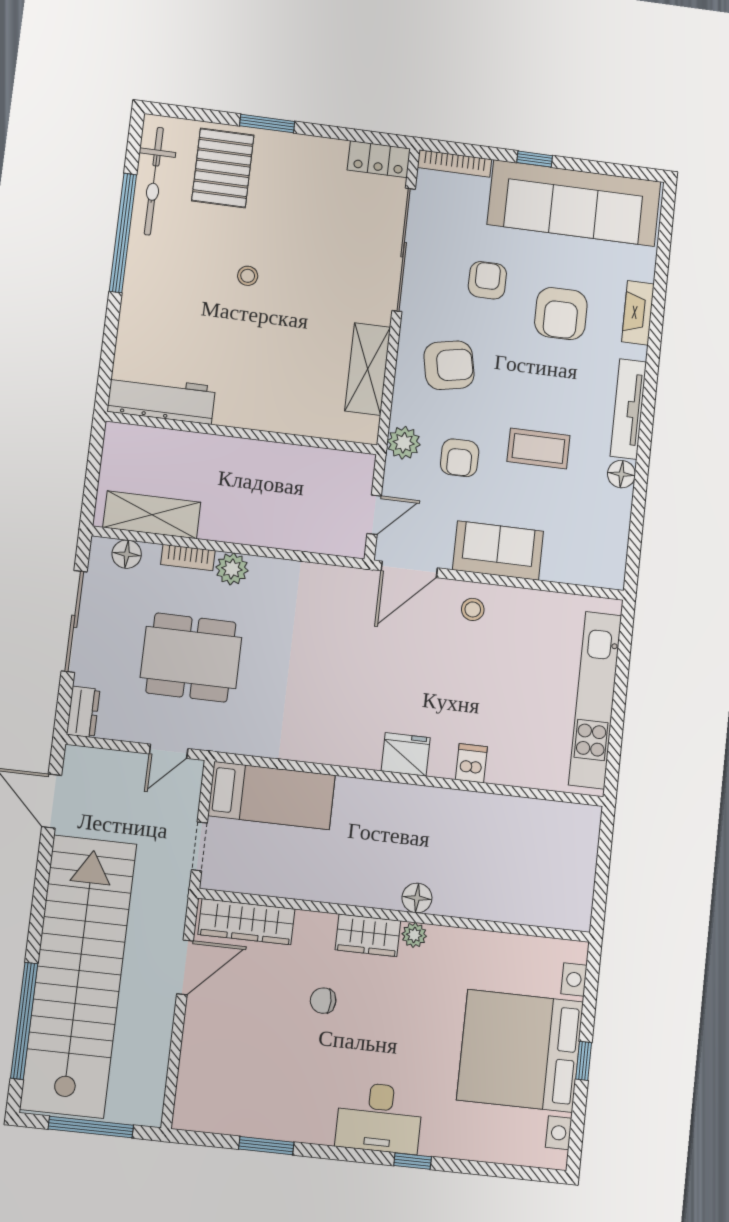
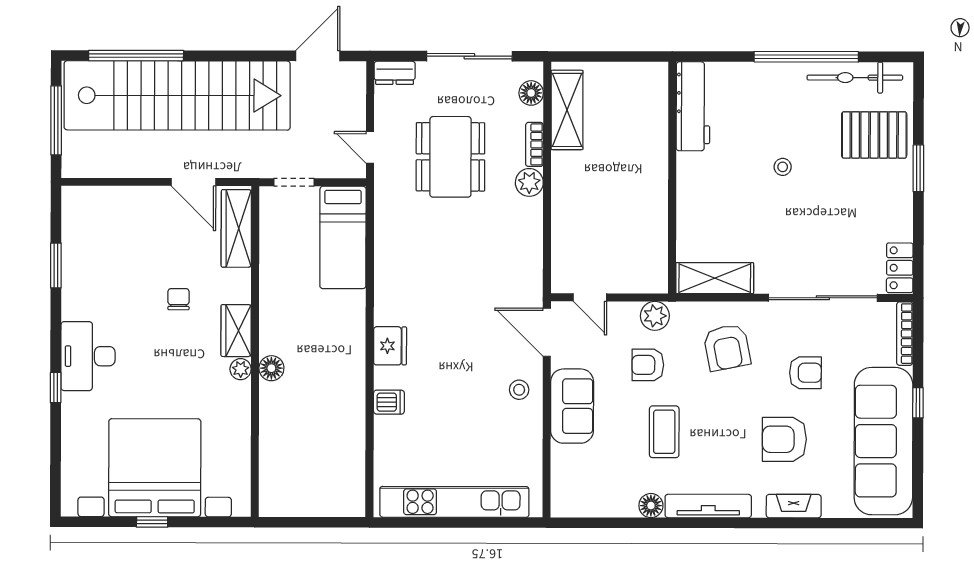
workbench: (161, 399) -> (693, 106), moved
wall: (242, 433) -> (672, 178), moved

